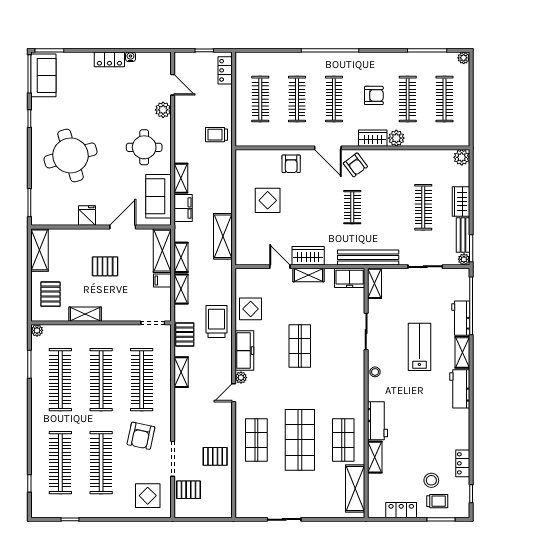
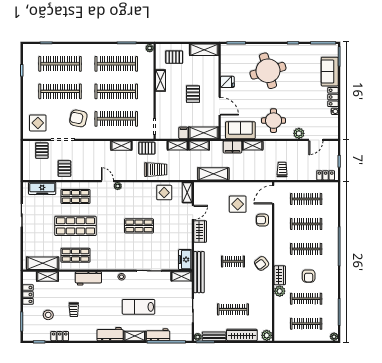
sofa: (43, 75) -> (330, 72), moved, turned 90
door: (328, 148) -> (273, 195), moved
wardrobe: (461, 201) -> (242, 335), width x1.50
shelving: (308, 275) -> (187, 193), moved
lab bench: (419, 347) -> (138, 307), turned 180
freezer: (244, 351) -> (42, 188), moved
shelving: (375, 457) -> (47, 277), moved
trolley: (437, 501) -> (74, 310), moved

